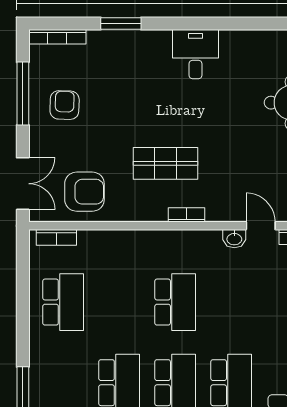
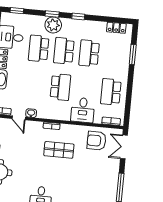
armchair: (65, 105) -> (102, 180), removed
desk: (121, 256) -> (83, 110), added
school desk: (175, 302) -> (60, 87), turned 180

